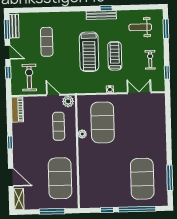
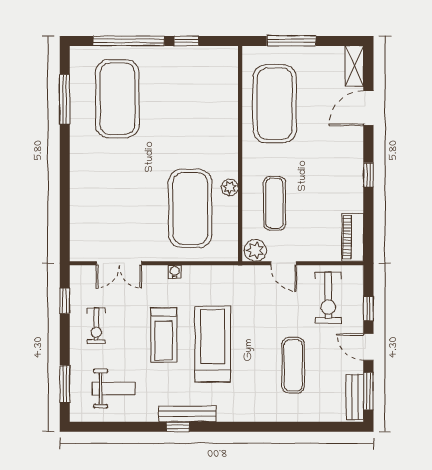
door: (11, 177) -> (368, 108), hinge flipped

